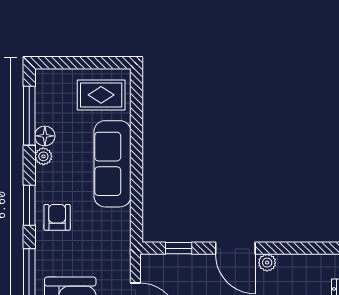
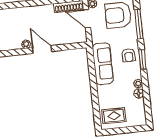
window: (29, 116) -> (147, 102), removed
sofa: (112, 164) -> (103, 64), moved
window: (179, 248) -> (69, 47), removed

